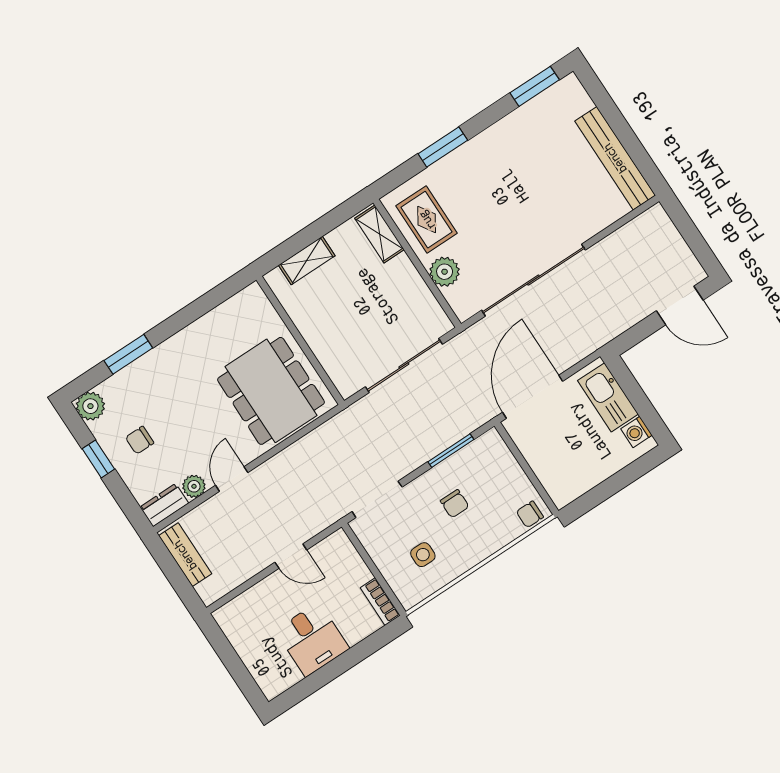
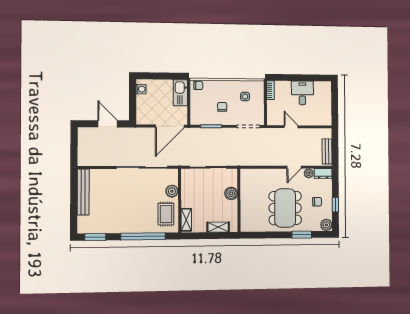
window: (443, 147) -> (143, 236), width x2.11
door: (680, 306) -> (108, 124), moved
boiler: (324, 344) -> (231, 193), added
dining table: (271, 391) -> (285, 208), moved
kitchen sink: (608, 397) -> (180, 93), moved, turned 180

